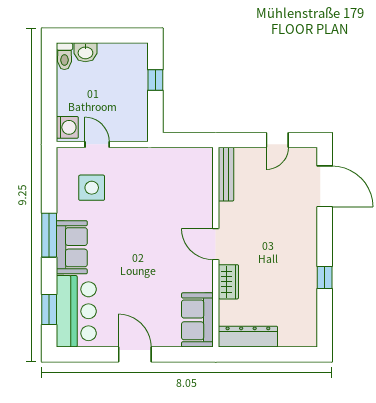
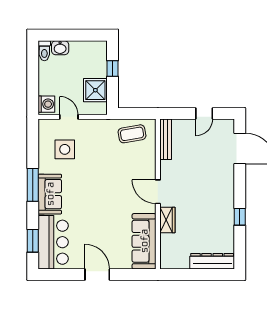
shower: (132, 109) -> (95, 90), added
coffee table: (181, 167) -> (132, 134), added
sofa: (197, 320) -> (144, 241), width x1.36
dresser: (248, 337) -> (212, 261), moved

